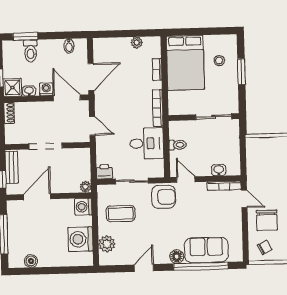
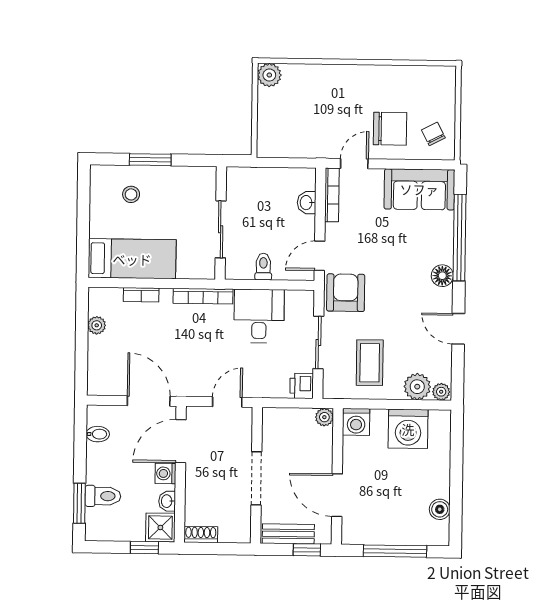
bed: (185, 63) -> (132, 259), width x0.67
sliding door: (214, 117) -> (221, 229), moved
sofa: (206, 250) -> (419, 189), moved, turned -90
plant: (104, 259) -> (441, 392), added

